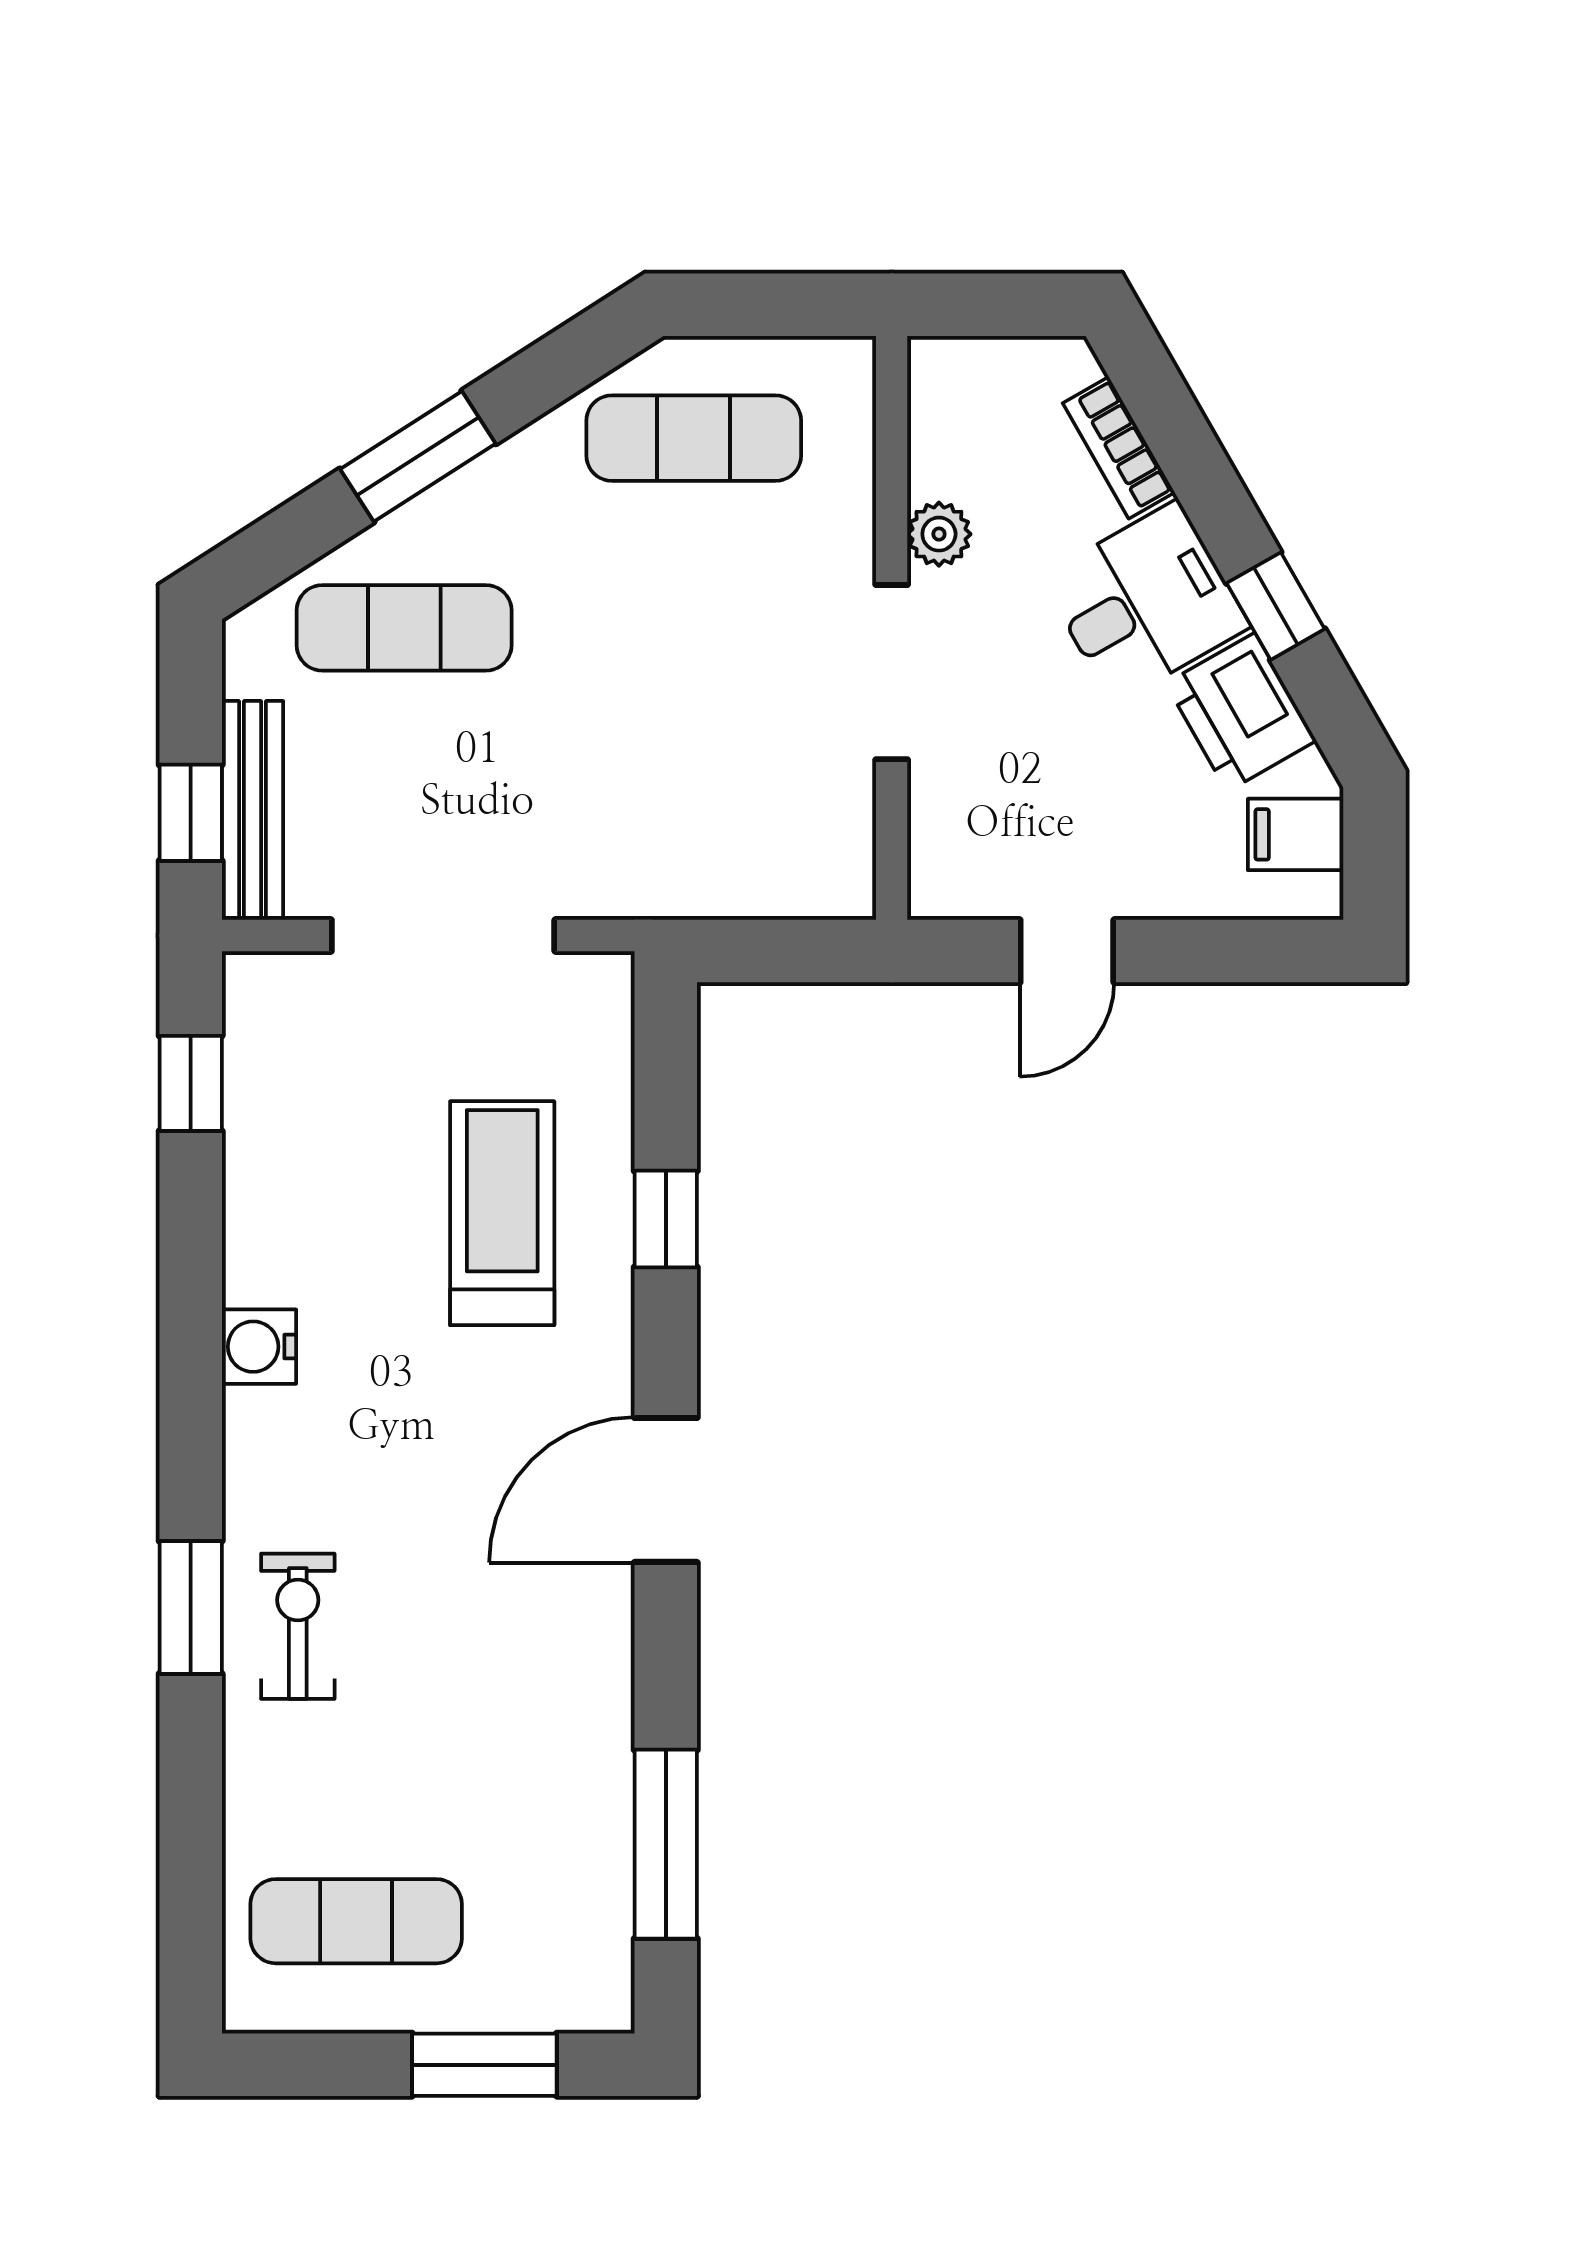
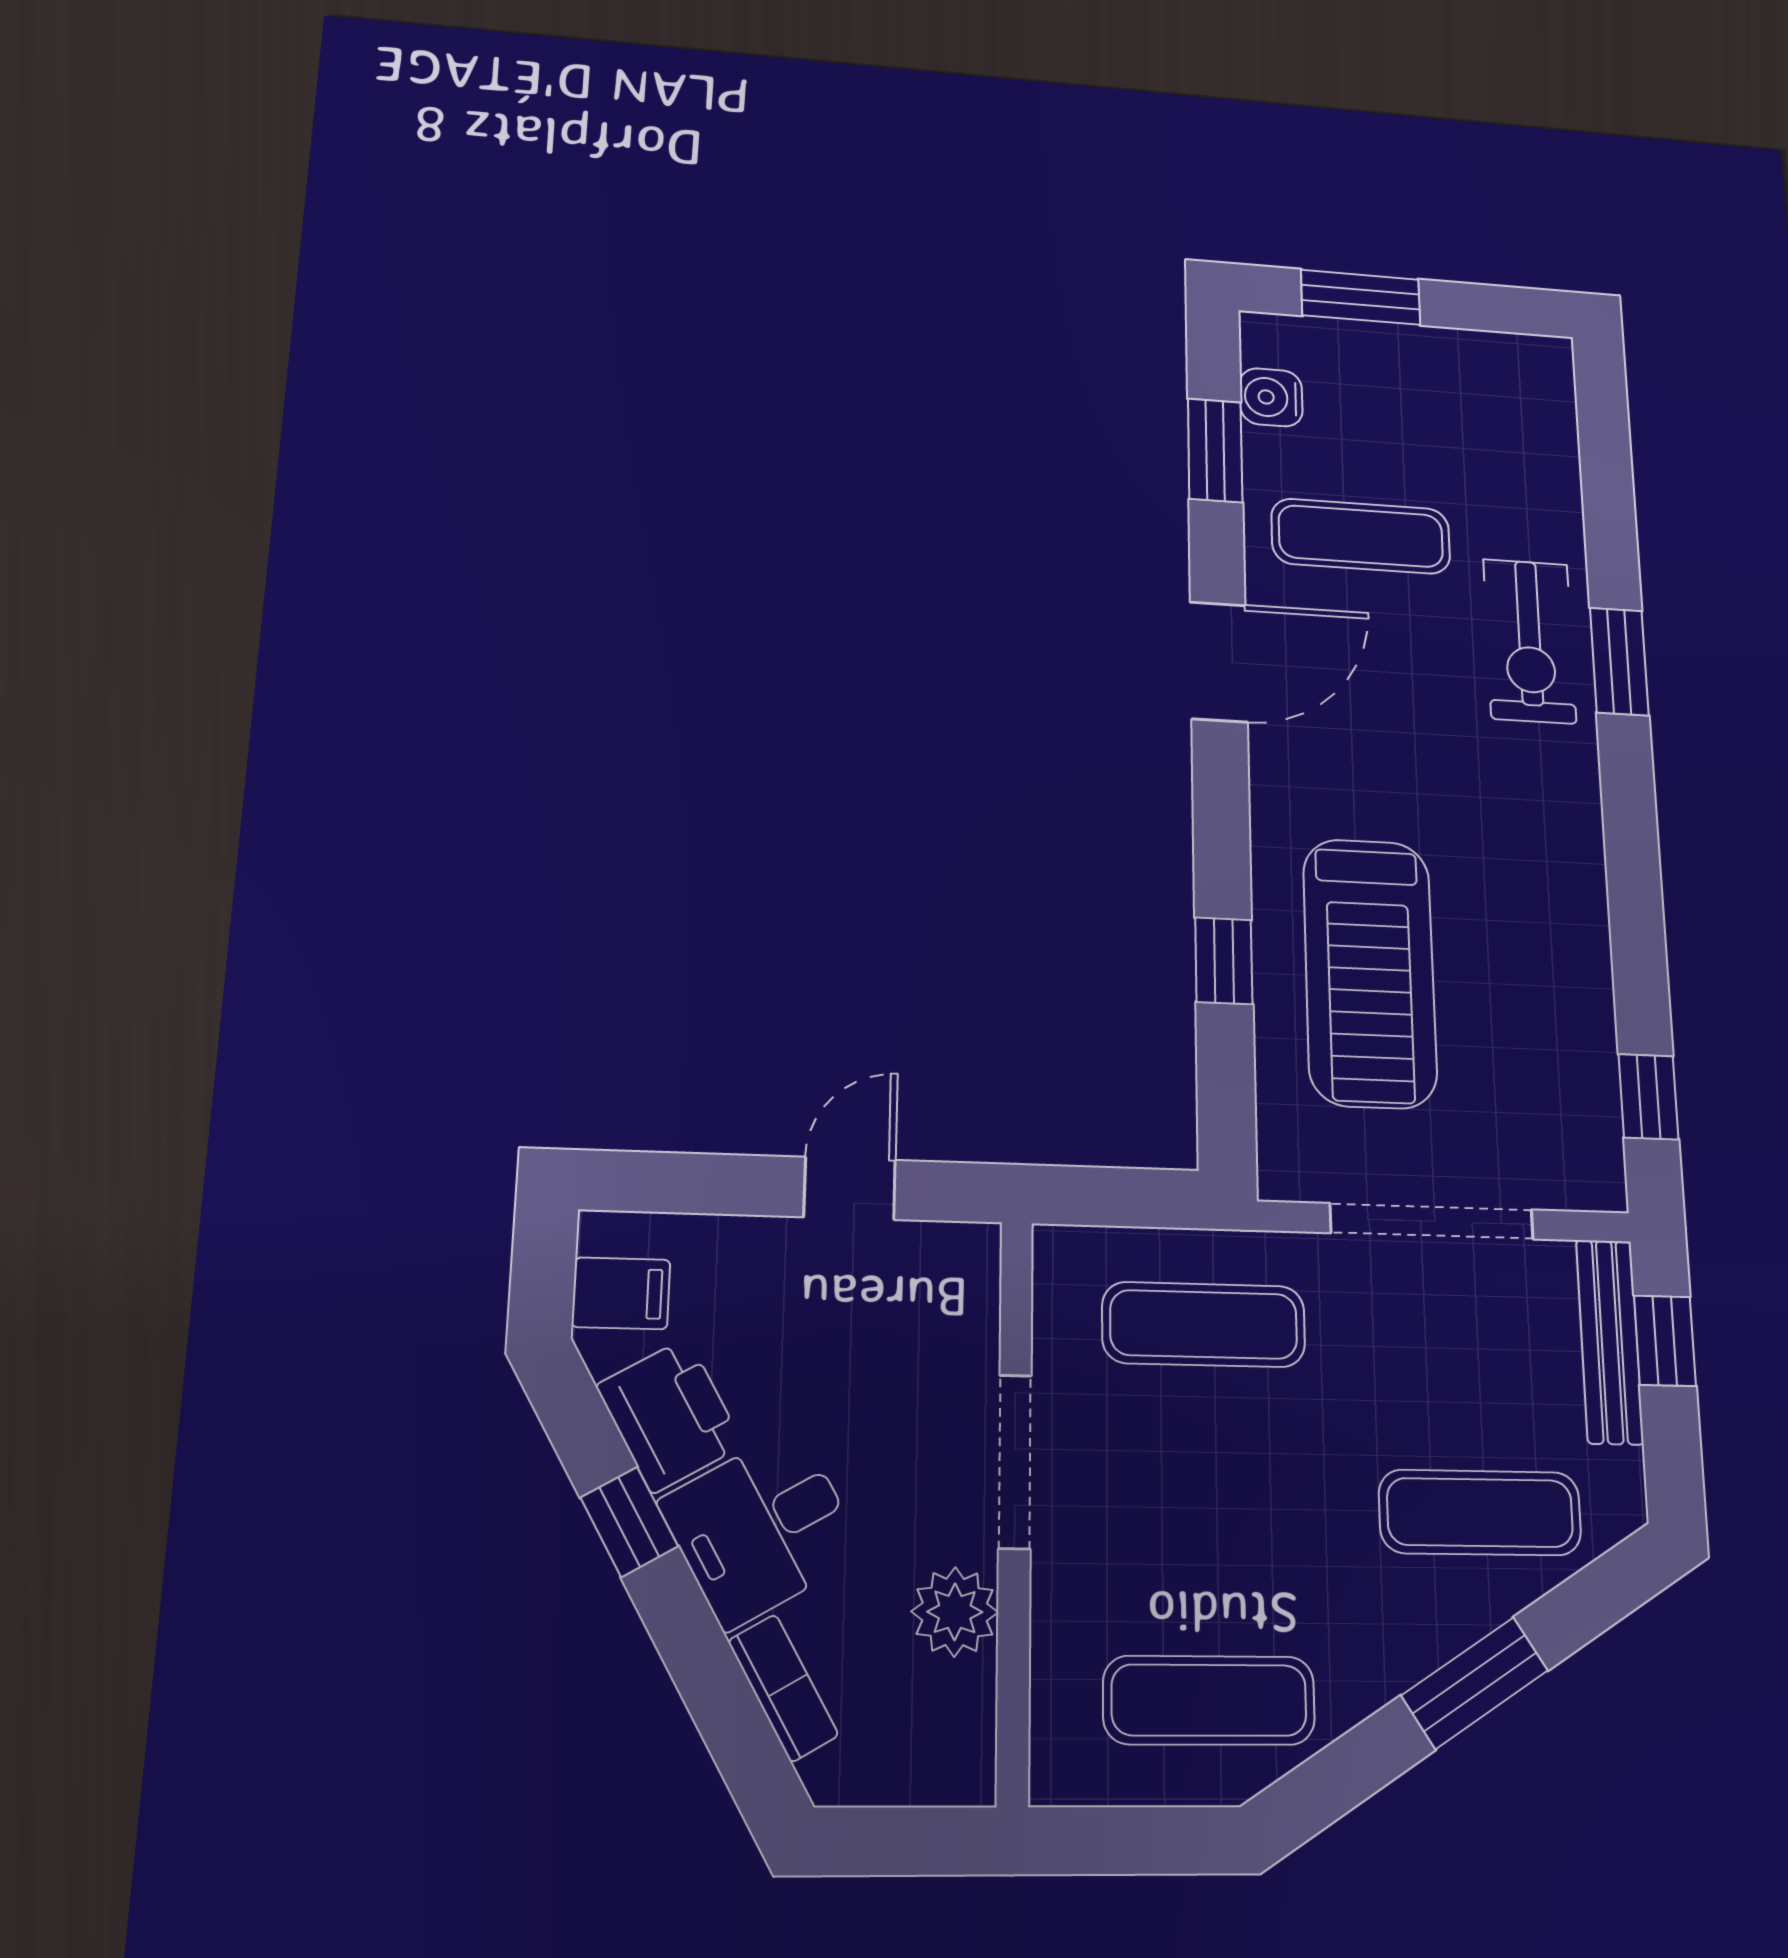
plant: (939, 534) -> (955, 1612), width x1.38, depth x1.38
exercise mat: (694, 818) -> (1204, 1324), added
treadmill: (502, 1213) -> (1370, 972), width x1.37, depth x1.38
water cooler: (259, 1347) -> (1271, 397), moved, turned 180
door: (666, 1490) -> (1219, 662), moved
exercise bike: (298, 1626) -> (1530, 641), width x1.38, depth x1.39
window: (666, 1844) -> (1215, 450), width x0.69
exercise mat: (356, 1921) -> (1361, 536), moved

